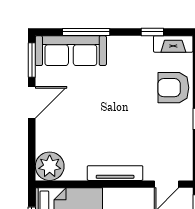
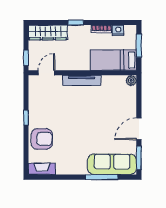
window: (152, 32) -> (56, 177), removed
plant: (50, 166) -> (131, 80), width x0.53, depth x0.53

